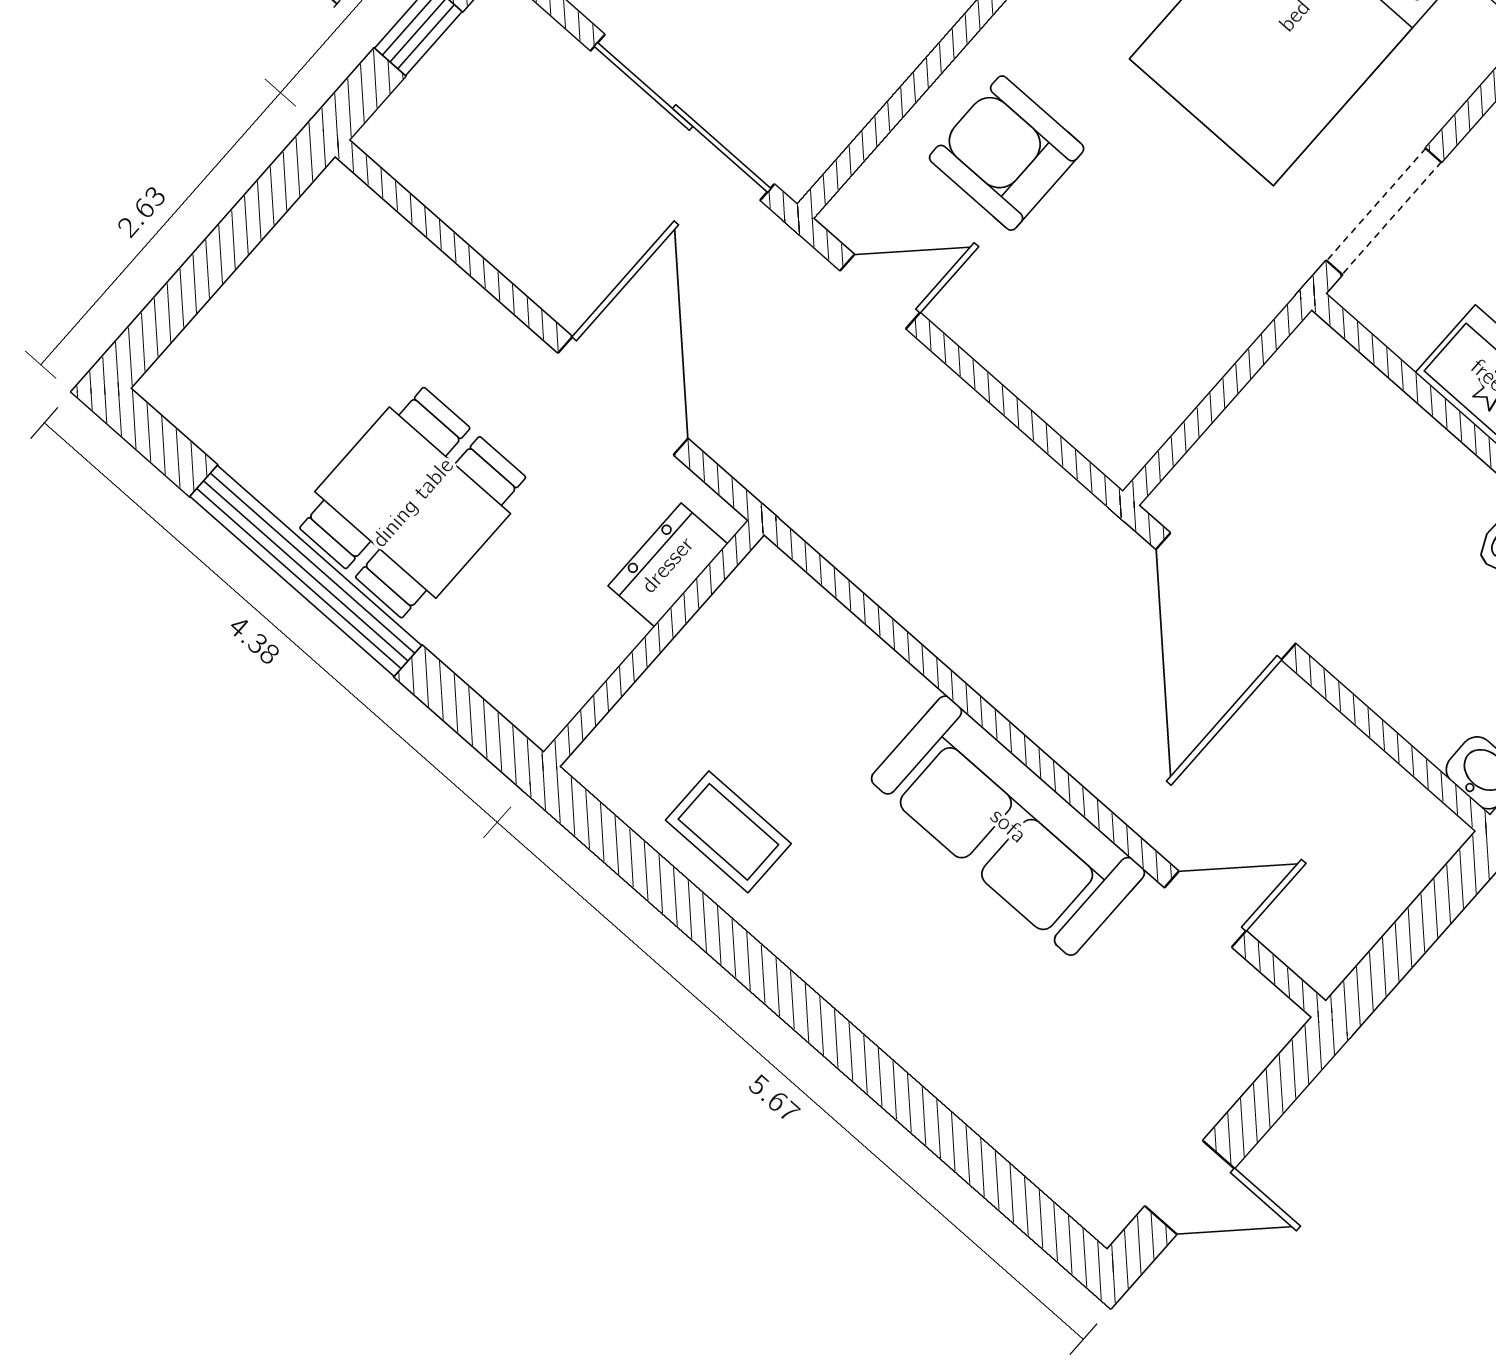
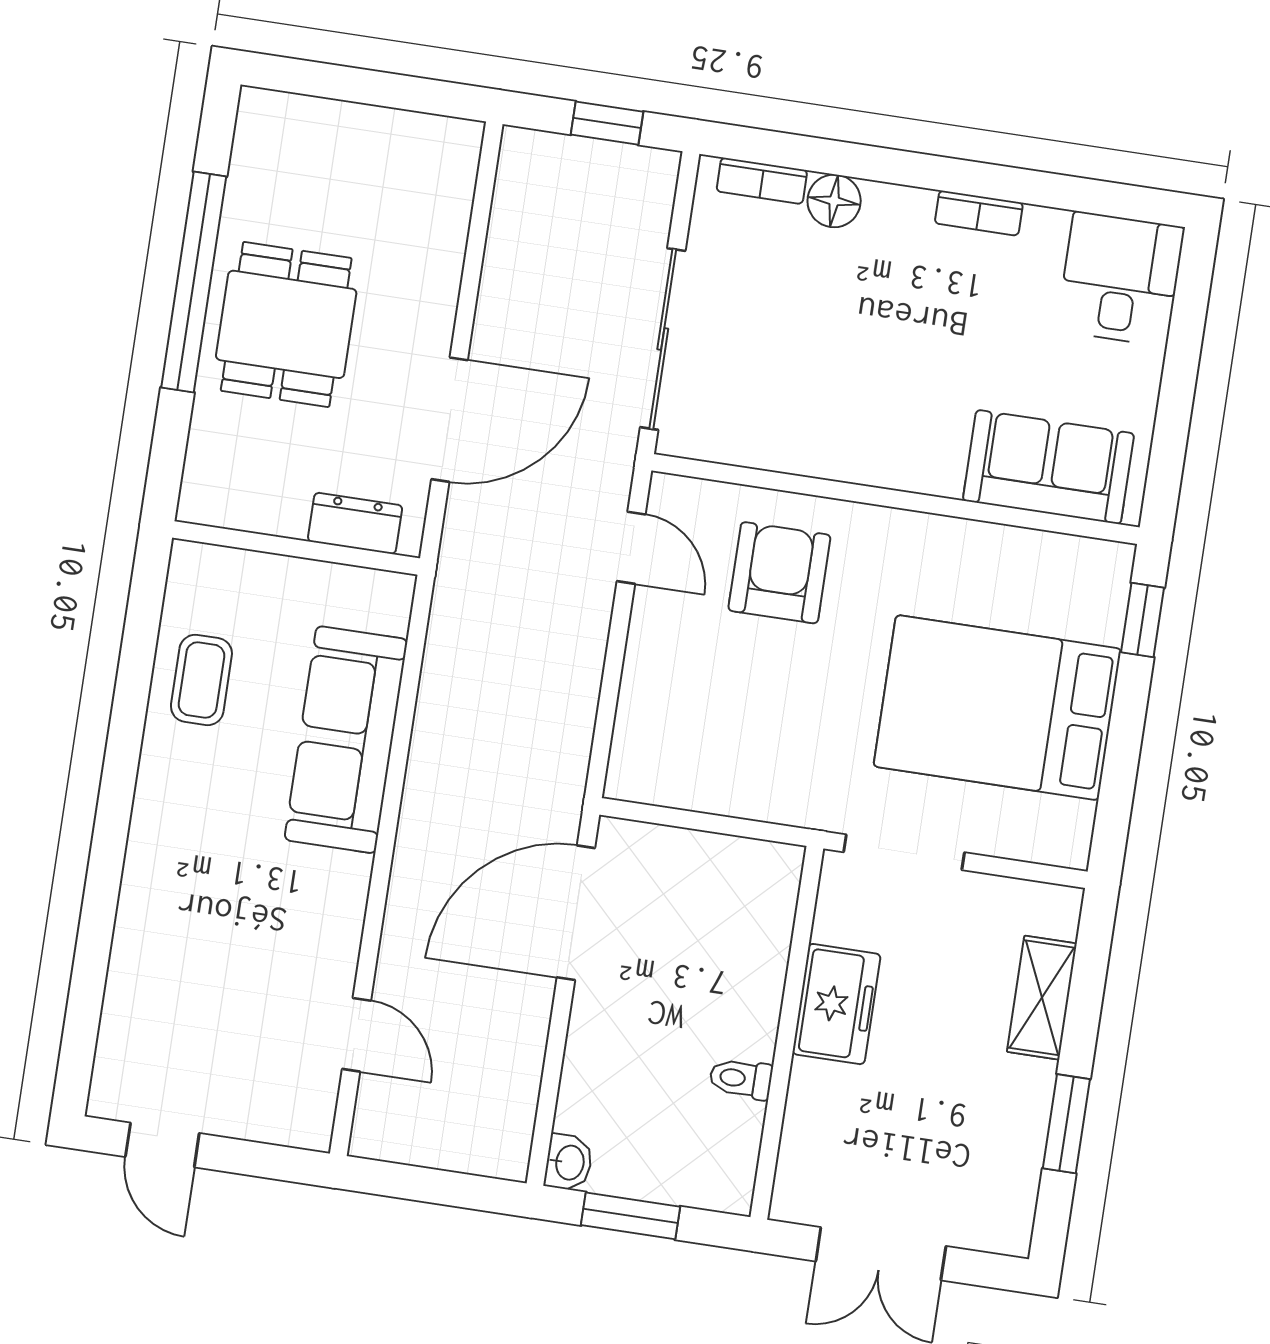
dining table: (413, 503) -> (286, 324), turned 90
sofa: (1008, 826) -> (346, 740), moved

